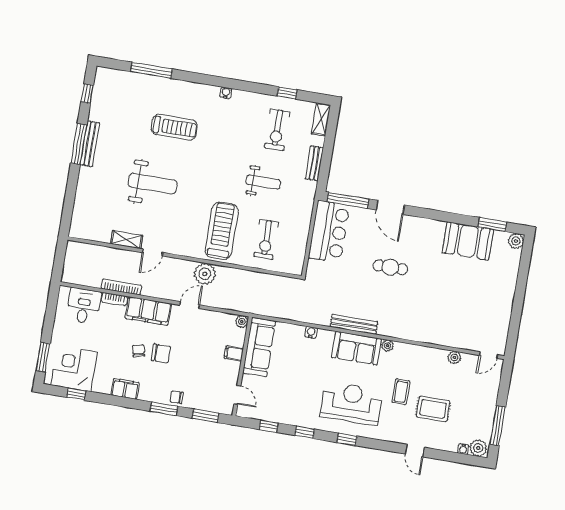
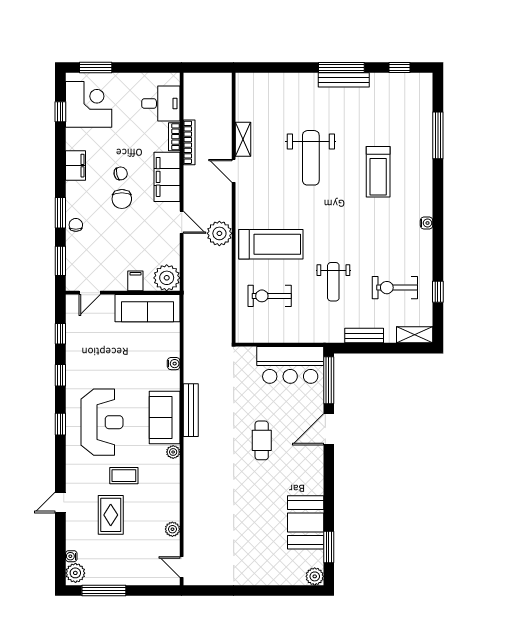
plant: (242, 322) -> (167, 278), width x1.88, depth x1.88

